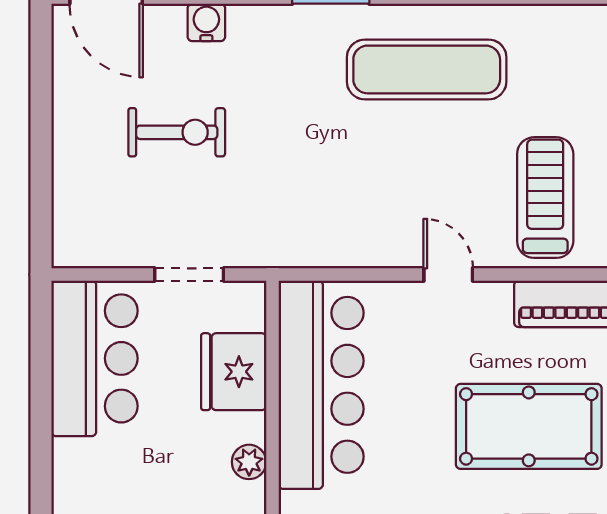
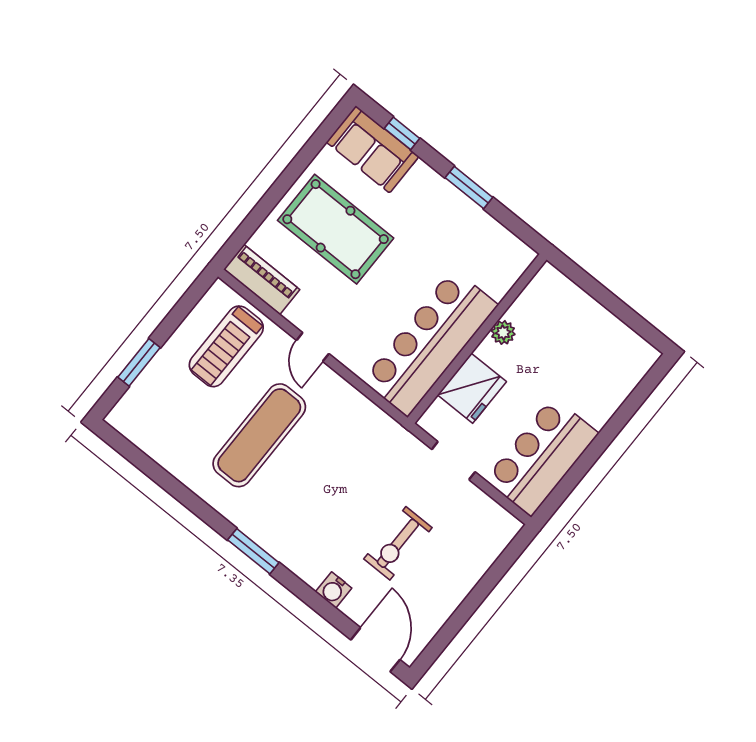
exercise mat: (427, 69) -> (259, 435), moved, turned 90
exercise bike: (177, 132) -> (398, 543), turned -90

